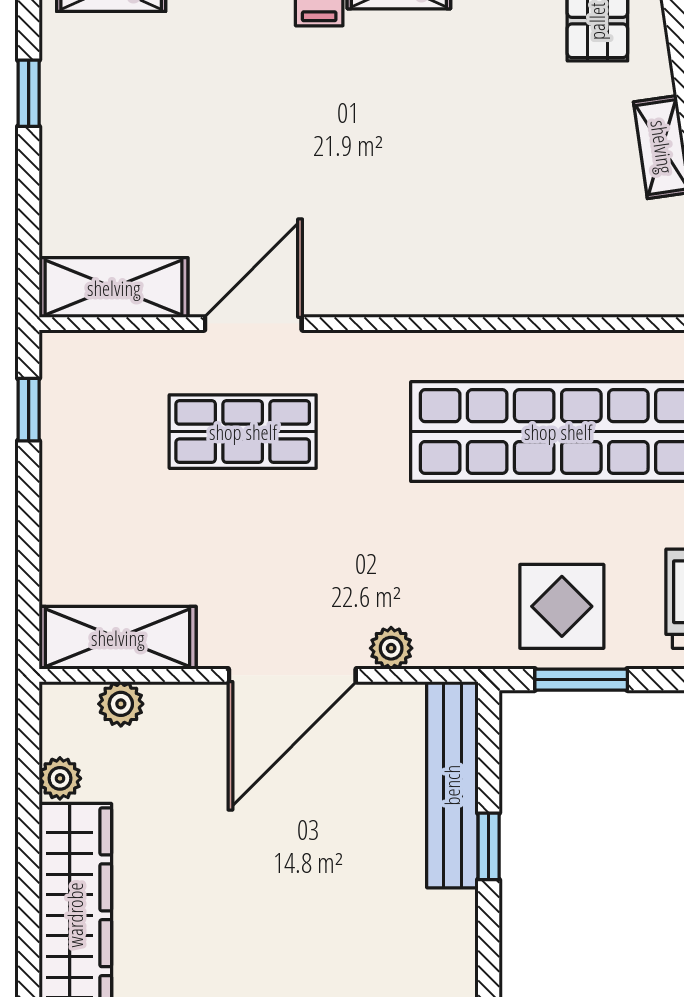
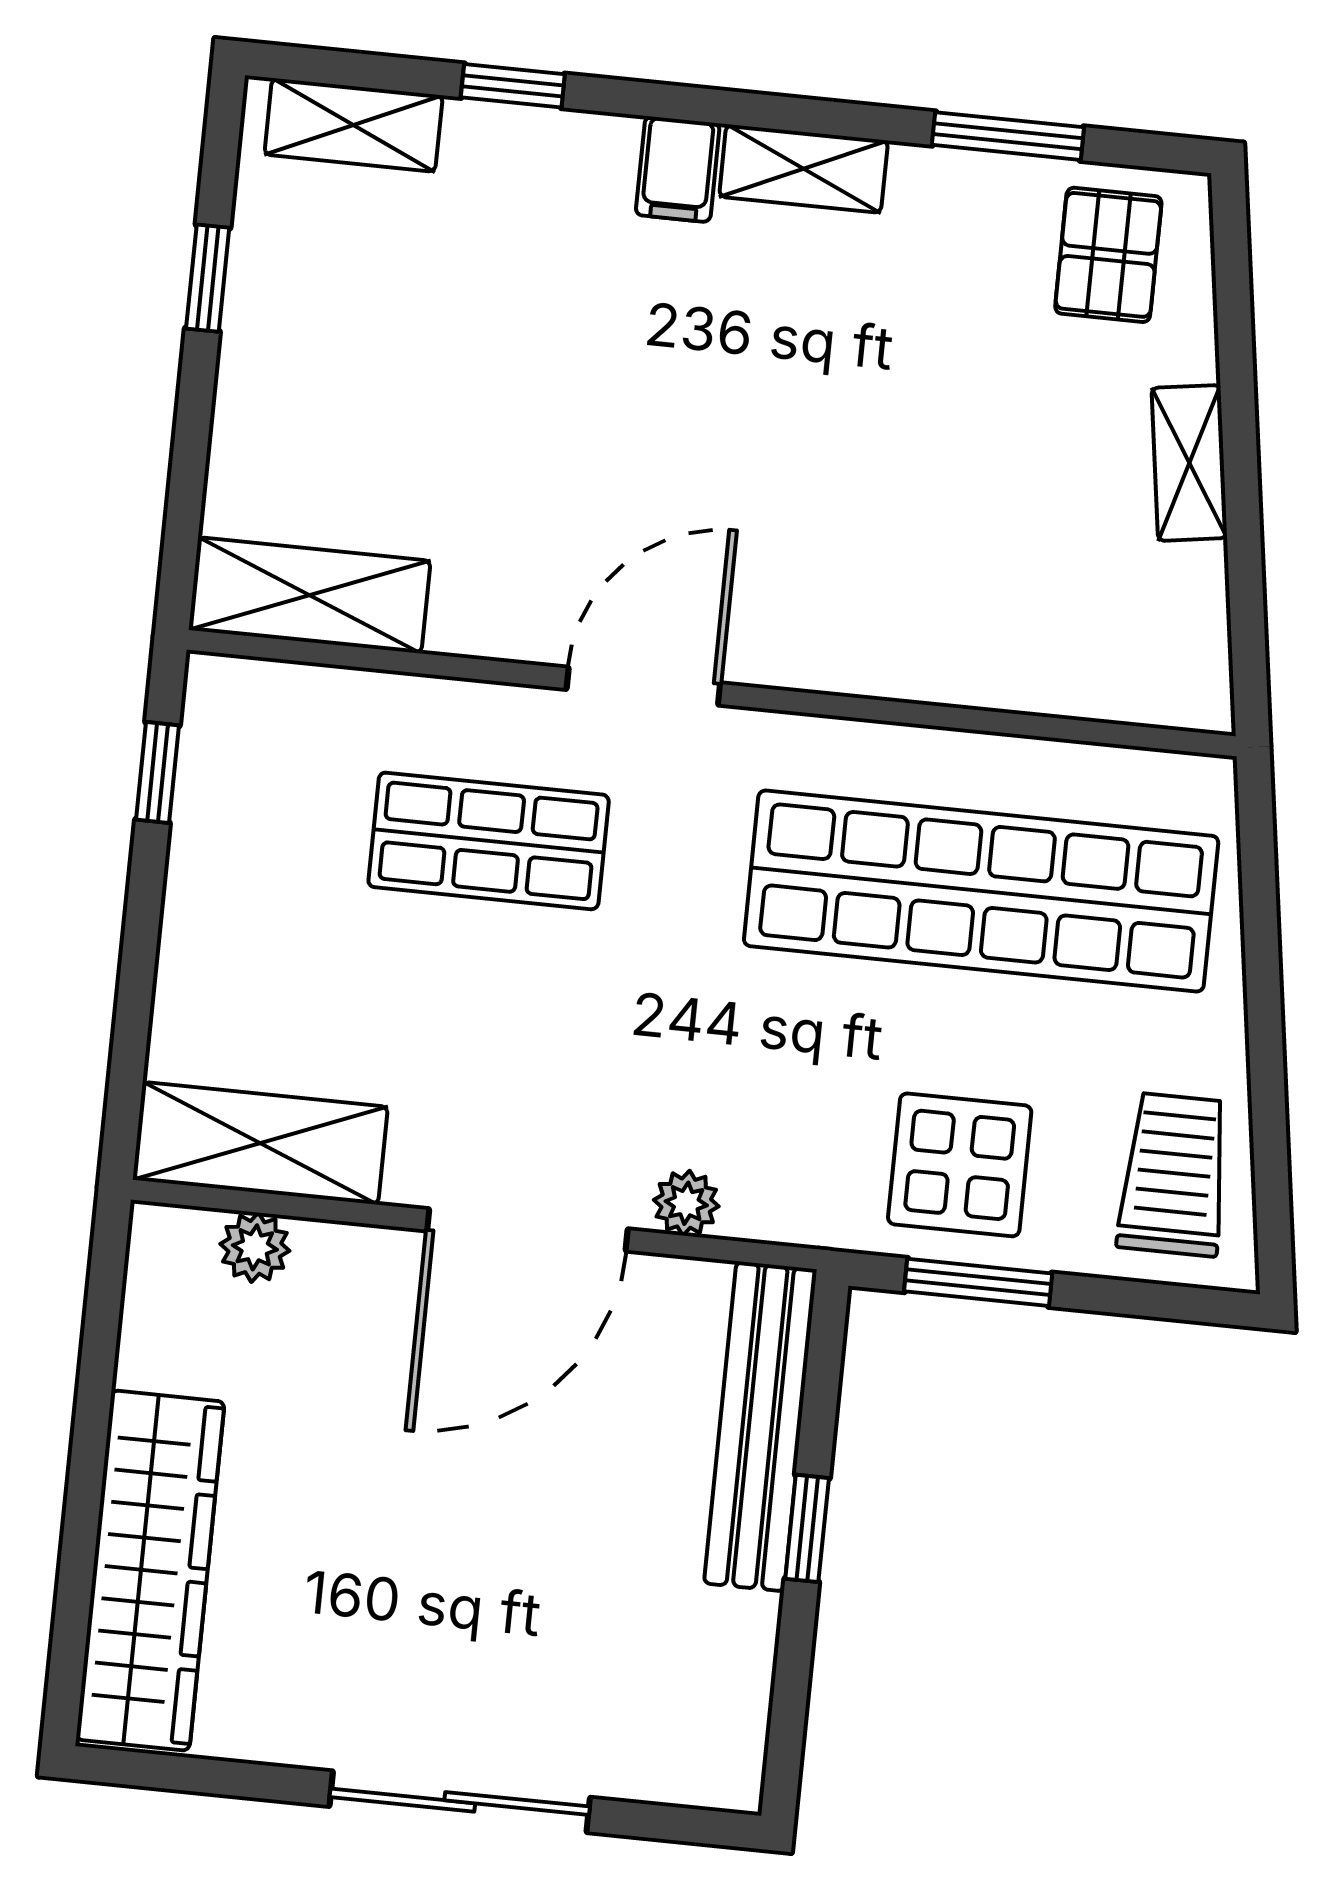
door: (253, 324) -> (643, 686), moved
plant: (60, 778) -> (148, 1354), removed

